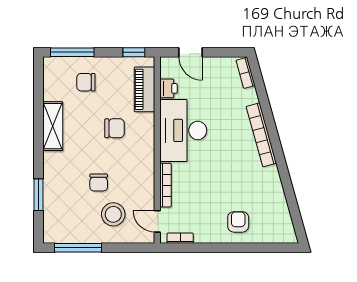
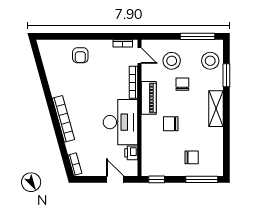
piano: (145, 89) -> (149, 98), moved
shelving: (53, 126) -> (216, 109), moved
stool: (61, 214) -> (210, 61), added

